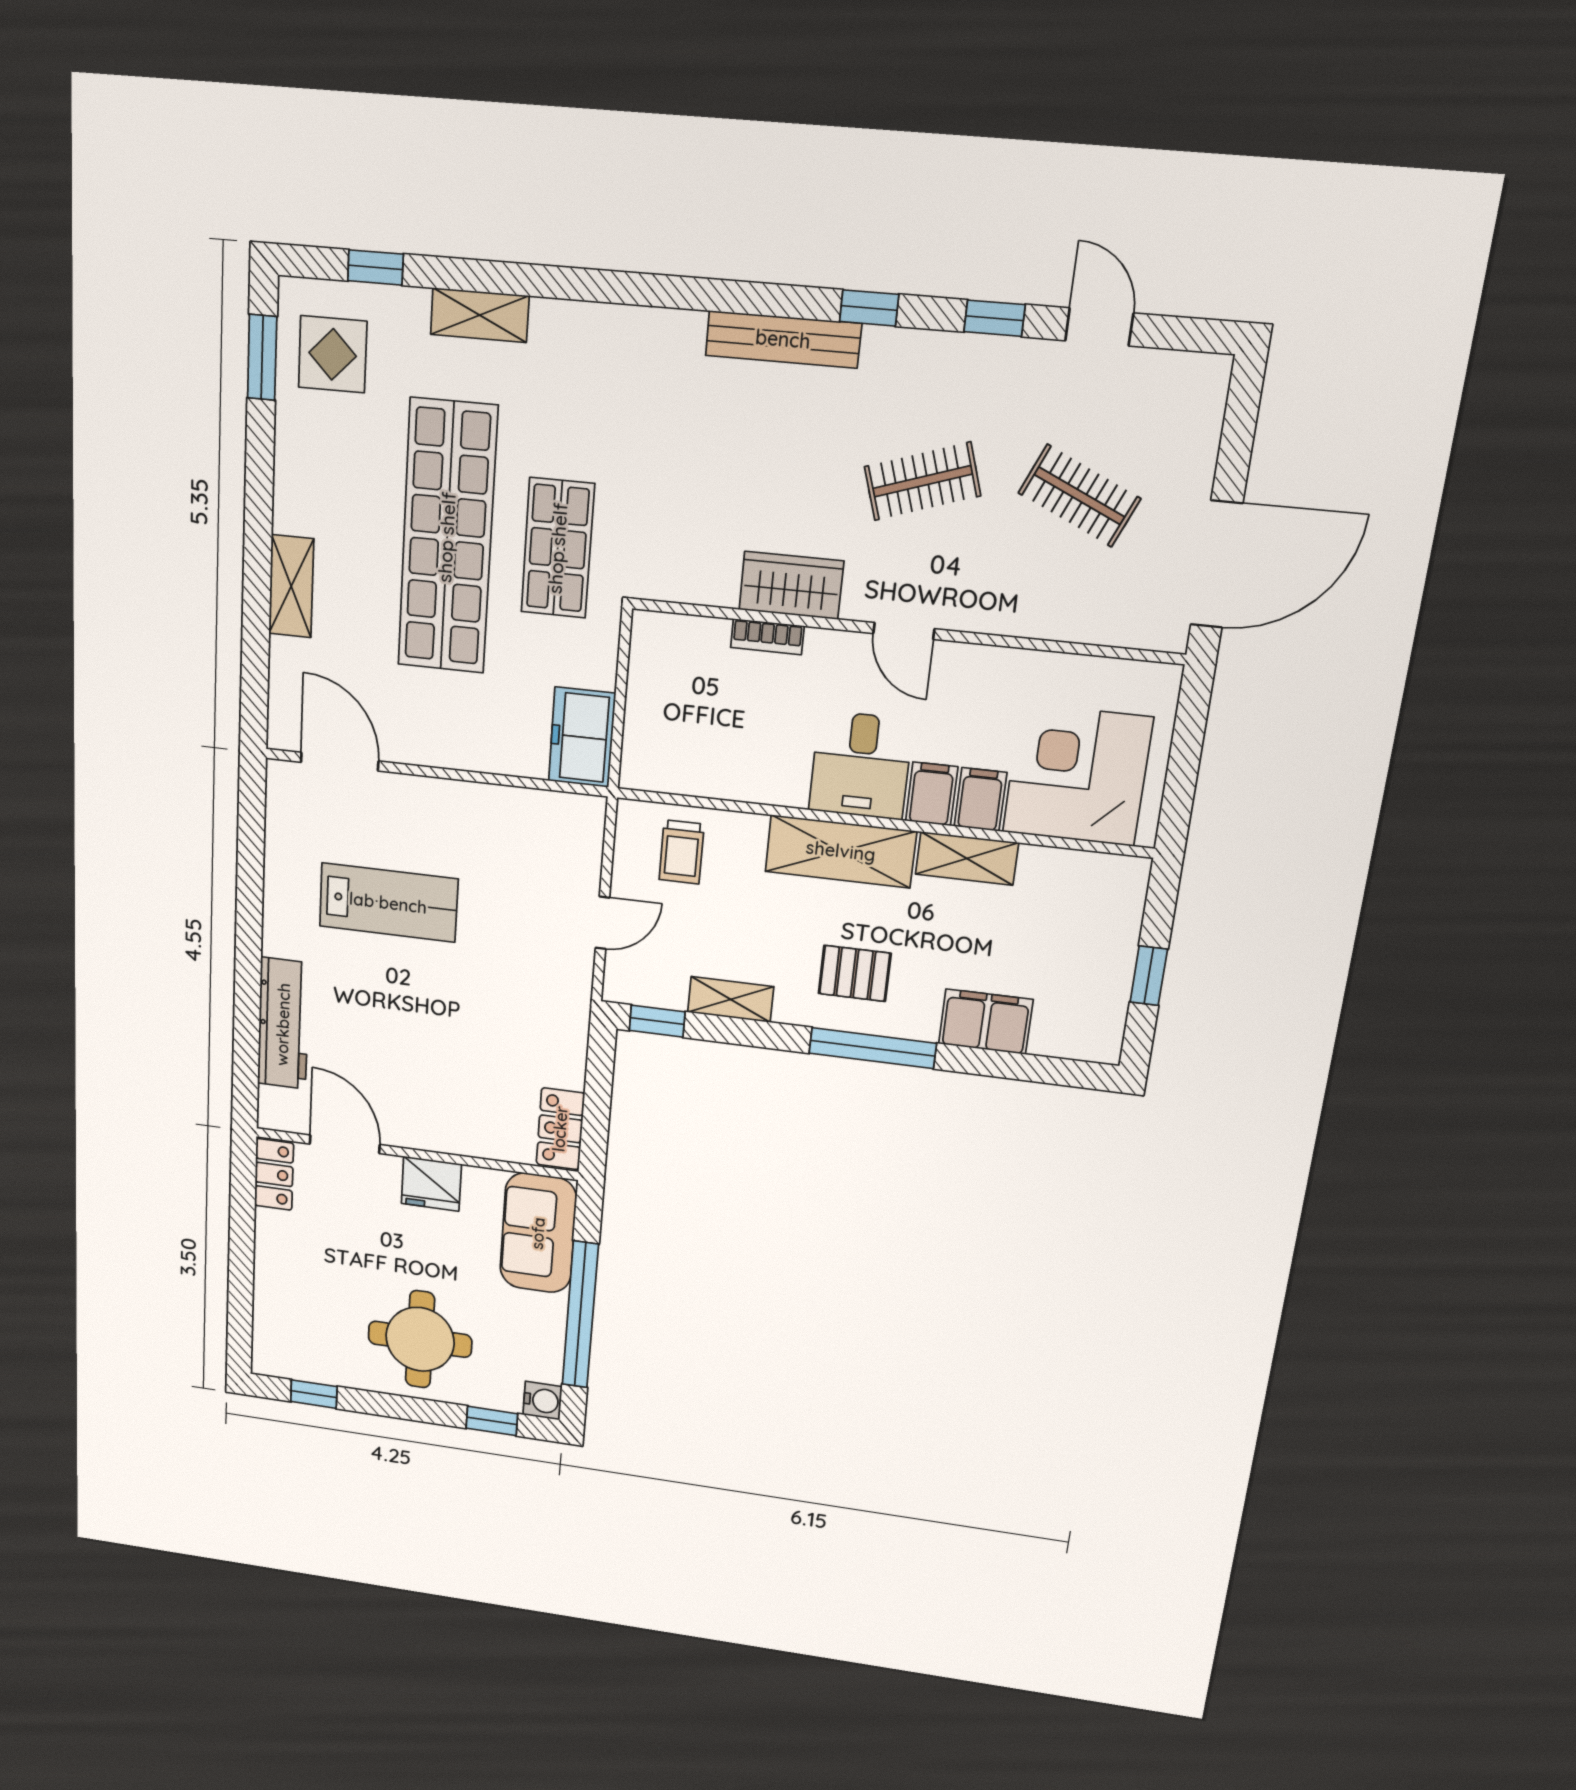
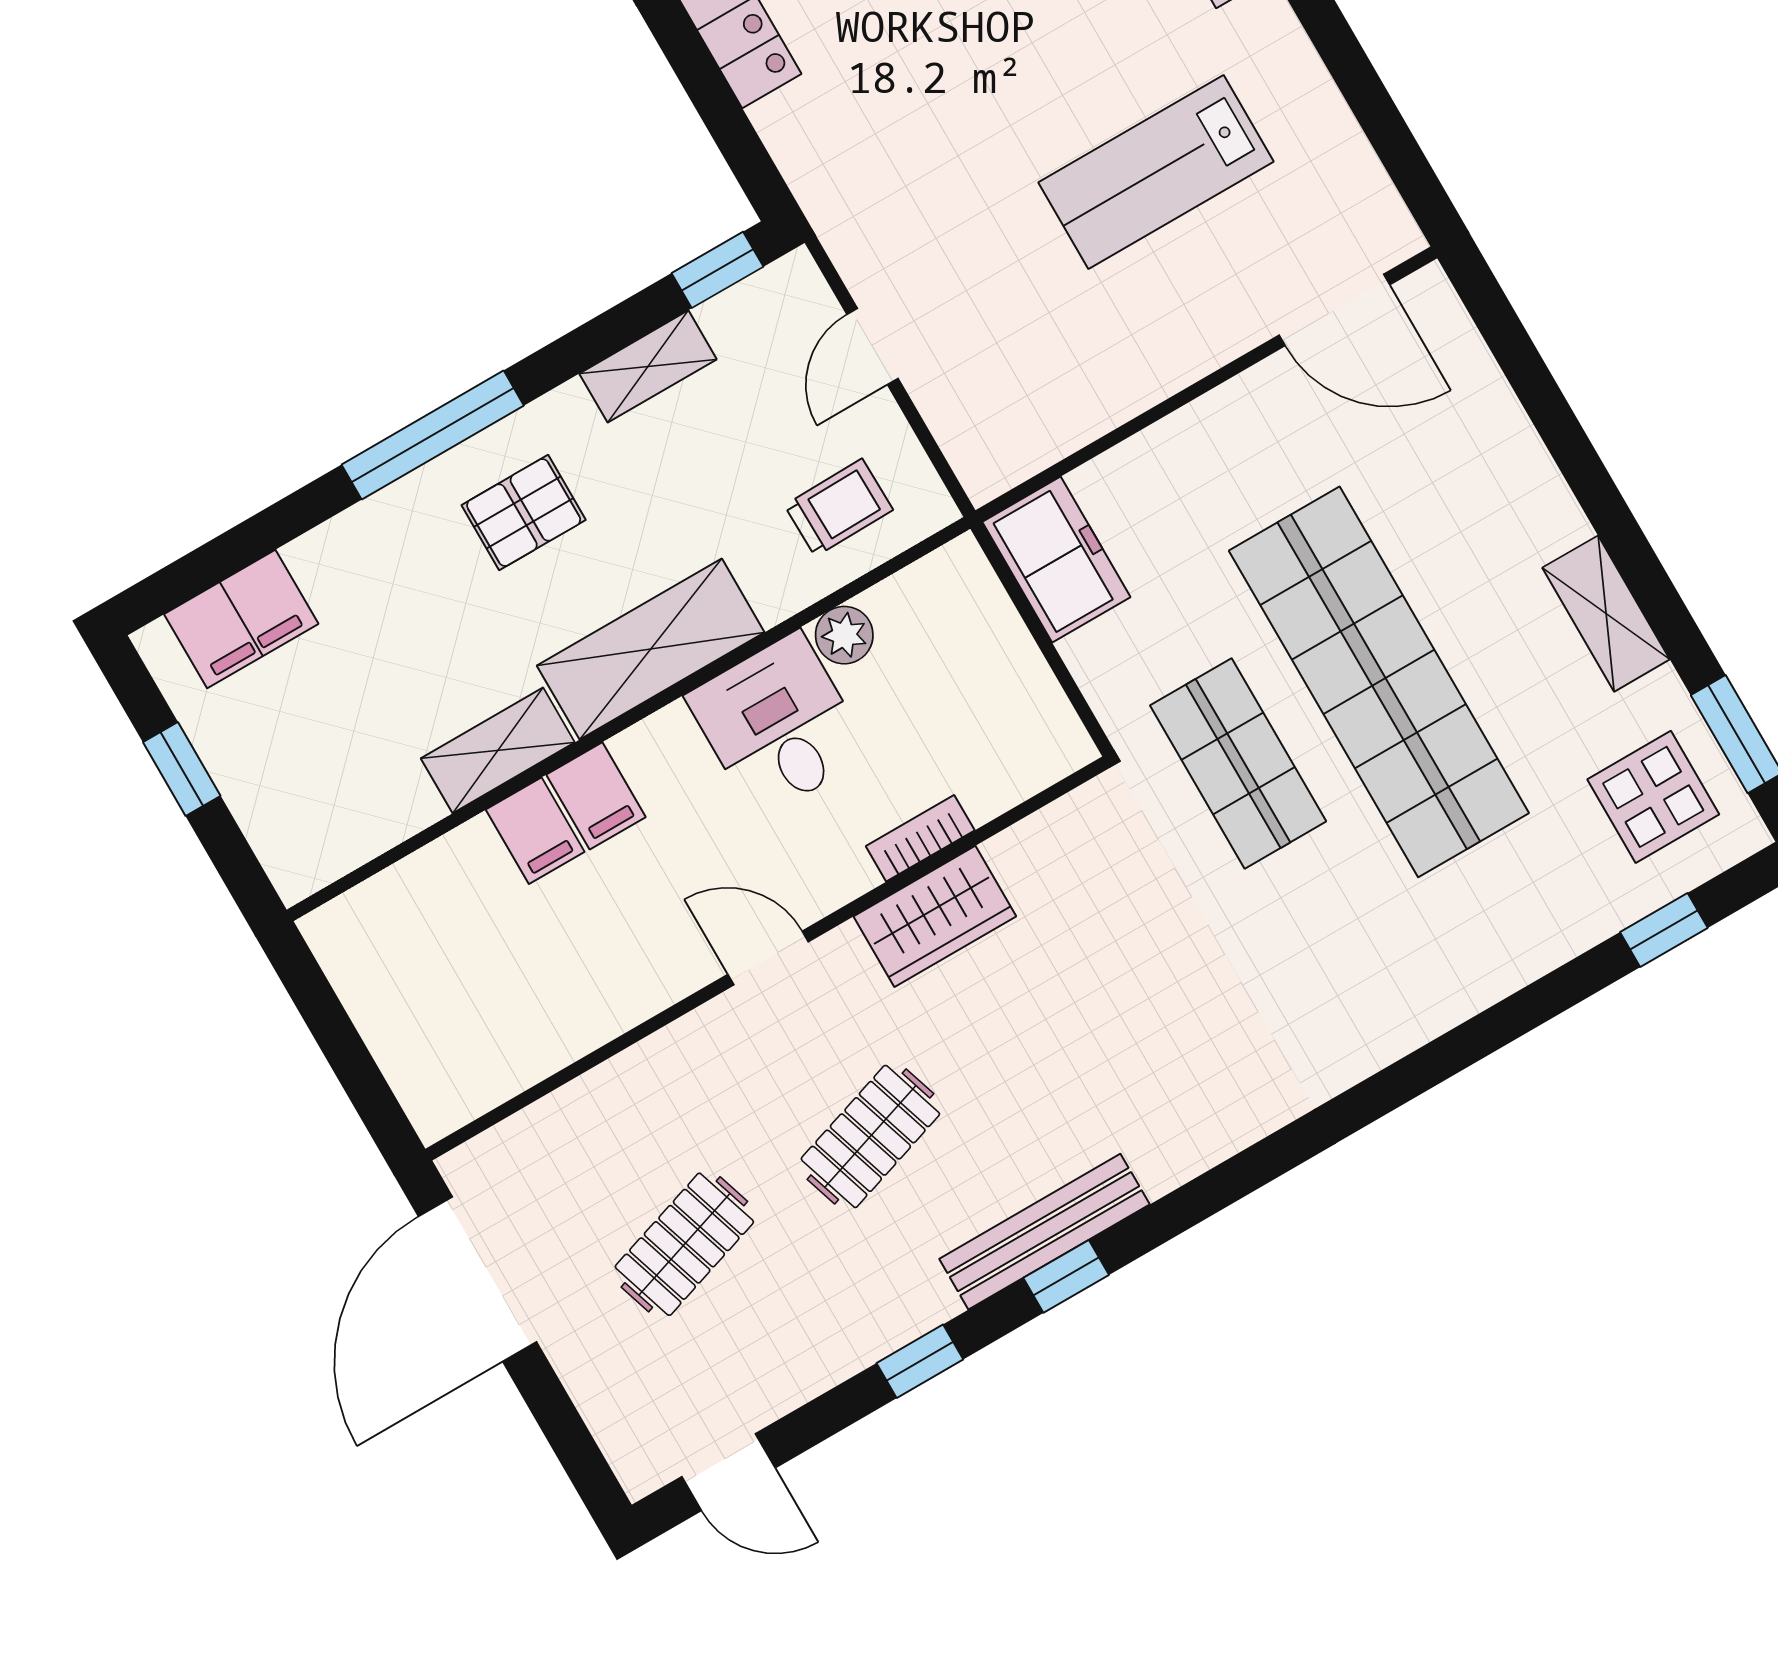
shelving: (480, 315) -> (1506, 962), removed
door: (1099, 327) -> (728, 1472), moved
bench: (783, 339) -> (1044, 1232), moved
clothes rail: (1079, 496) -> (684, 1244), turned -42
shelving: (291, 586) -> (1606, 614), moved
desk: (861, 765) -> (778, 725), moved
corner desk: (1077, 775) -> (447, 940), removed
plant: (728, 781) -> (844, 635), added
trolley: (682, 852) -> (839, 508), turned 89
filing cabinet: (986, 1022) -> (241, 619), moved

